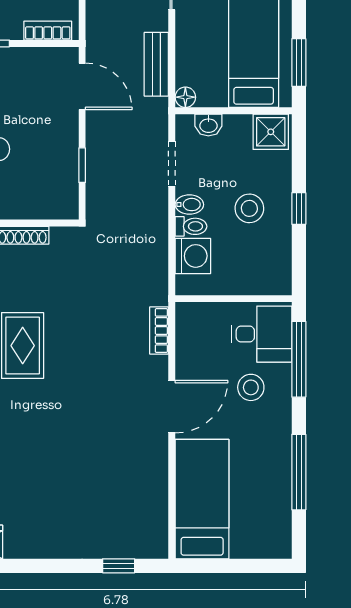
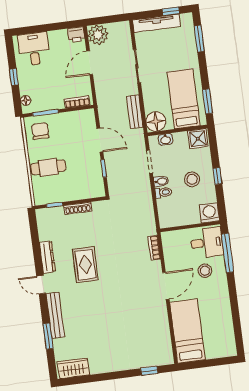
door: (82, 86) -> (100, 140), moved
floor lamp: (185, 97) -> (156, 121), width x1.89, depth x1.89
washing machine: (193, 256) -> (209, 213), moved, turned -90
window: (299, 472) -> (235, 311), removed

